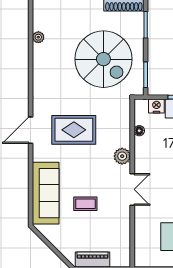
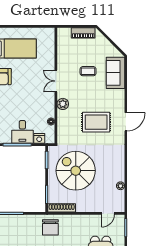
sofa: (46, 193) -> (115, 73), width x0.73

